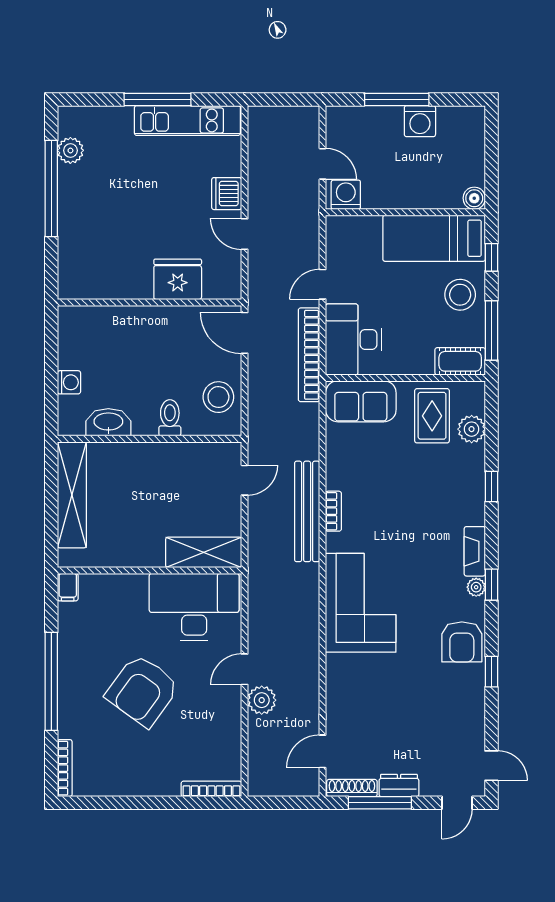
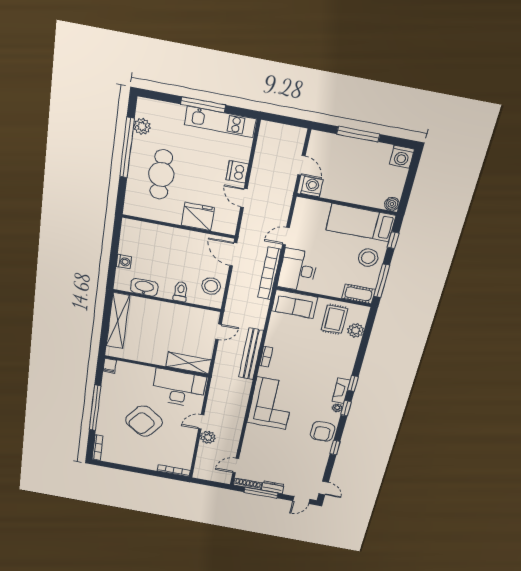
washing machine: (420, 121) -> (402, 157), moved
cafe table: (110, 221) -> (161, 174), added
window: (491, 487) -> (353, 383), moved

